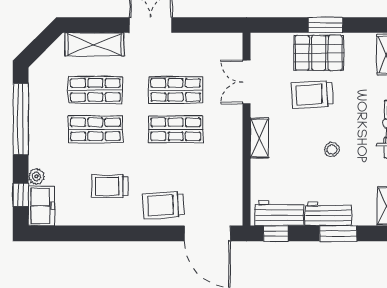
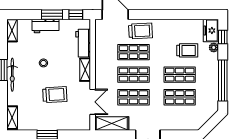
shelving: (94, 44) -> (112, 123), moved
pallet: (319, 53) -> (51, 119), removed
shop shelf: (176, 168) -> (133, 52), added
trolley: (110, 186) -> (187, 50), moved
workbench: (279, 213) -> (83, 43), moved, turned 90
window: (338, 233) -> (52, 15), moved

